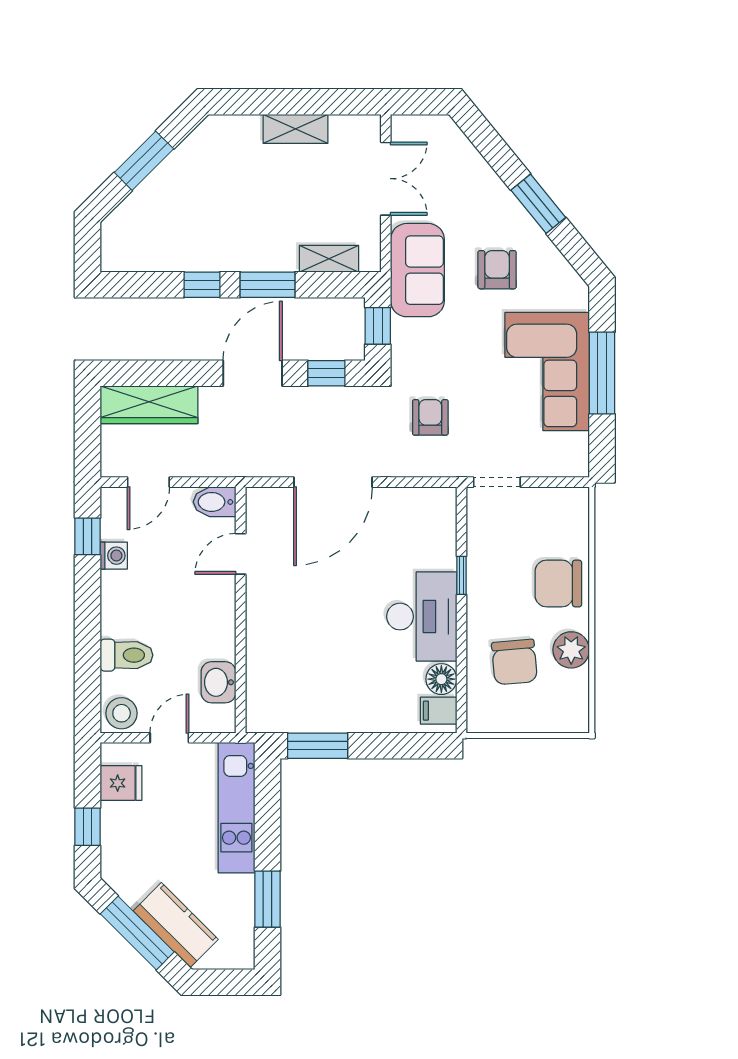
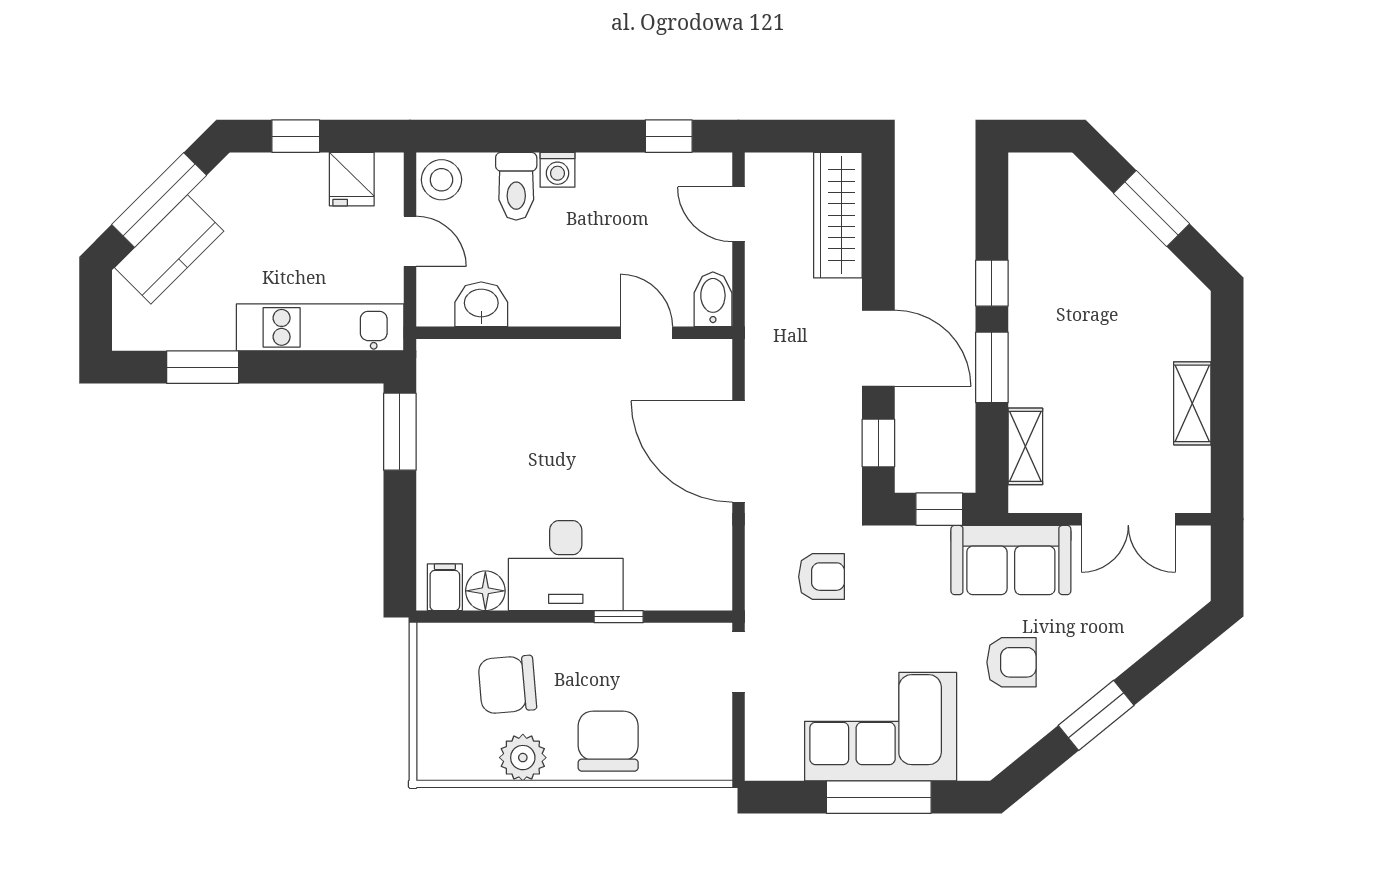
washing machine: (114, 556) -> (557, 170), moved

